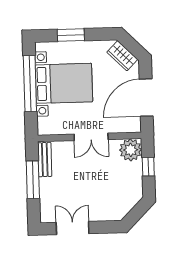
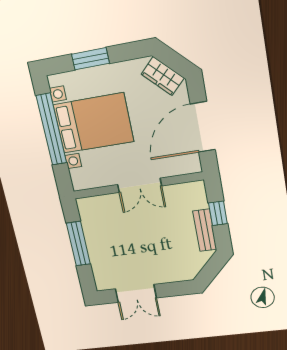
plant: (131, 150) -> (192, 195), removed
bench: (45, 160) -> (205, 230), moved
double door: (73, 228) -> (136, 293), swing flipped

